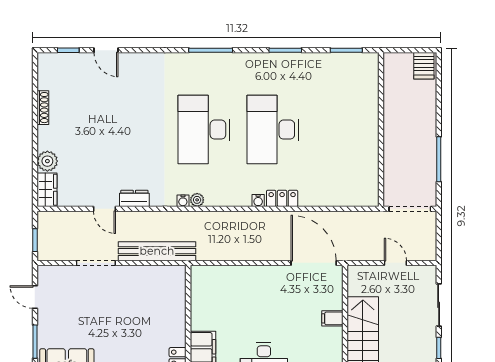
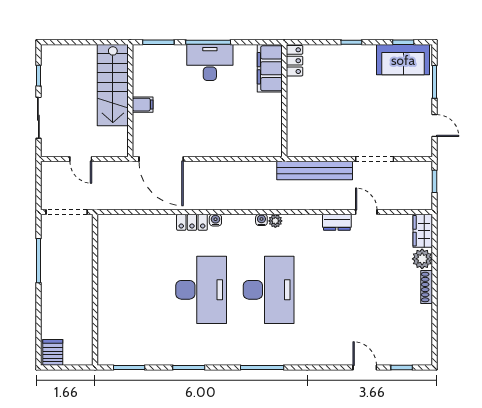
shoe rack: (43, 108) -> (427, 287), moved
water cooler: (183, 201) -> (261, 220), moved

